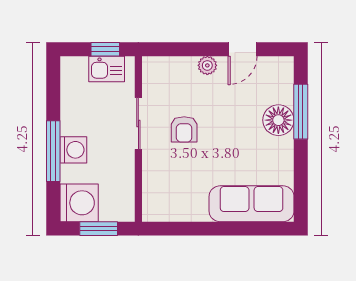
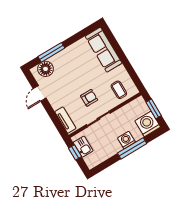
door: (242, 49) -> (40, 93), swing flipped
plant: (207, 65) -> (56, 104), removed
tv unit: (170, 66) -> (65, 120), added
floor lamp: (278, 120) -> (45, 69), moved
coffee table: (167, 189) -> (119, 90), added

